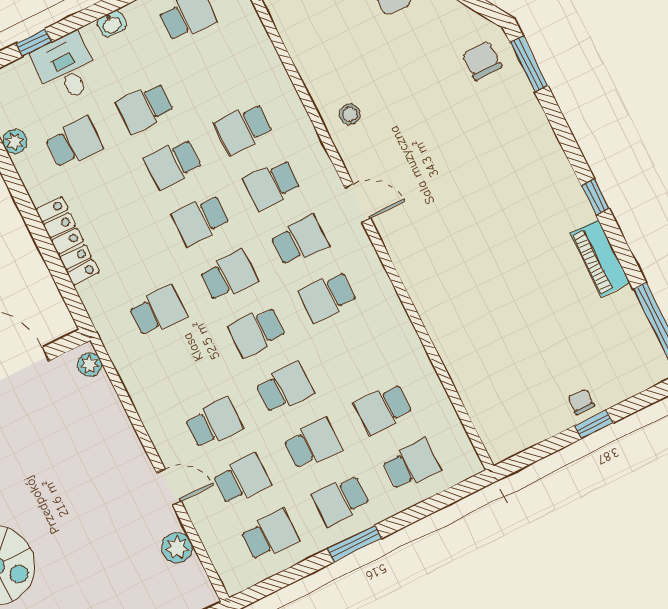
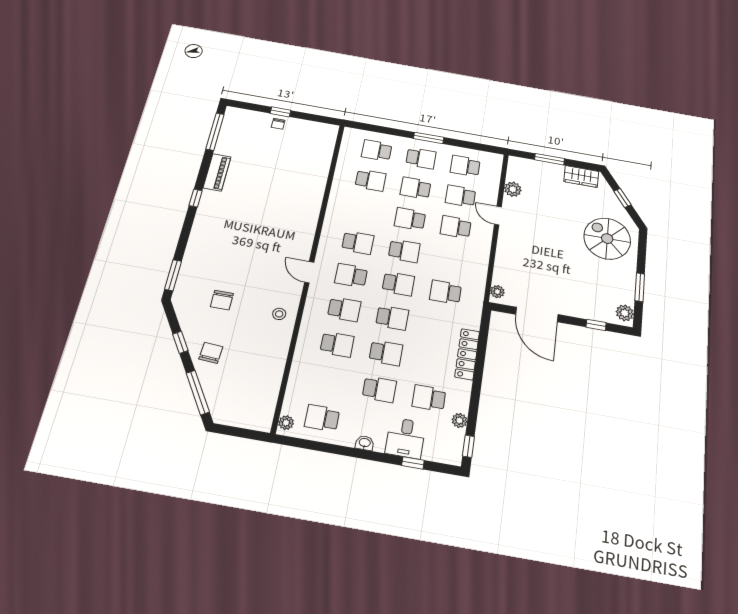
chair: (482, 61) -> (222, 300), moved
school desk: (229, 276) -> (398, 284), turned 180

